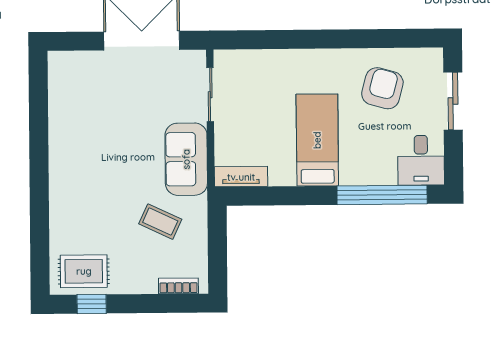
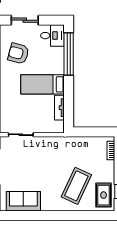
sofa: (186, 159) -> (23, 201), moved, turned 180
tv unit: (241, 177) -> (59, 108), moved
coffee table: (160, 222) -> (76, 186), moved, width x1.86, depth x1.72

